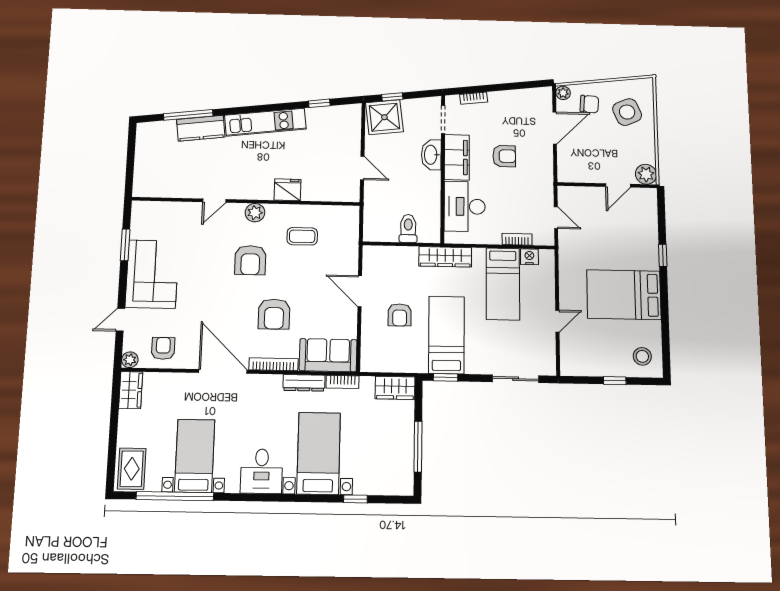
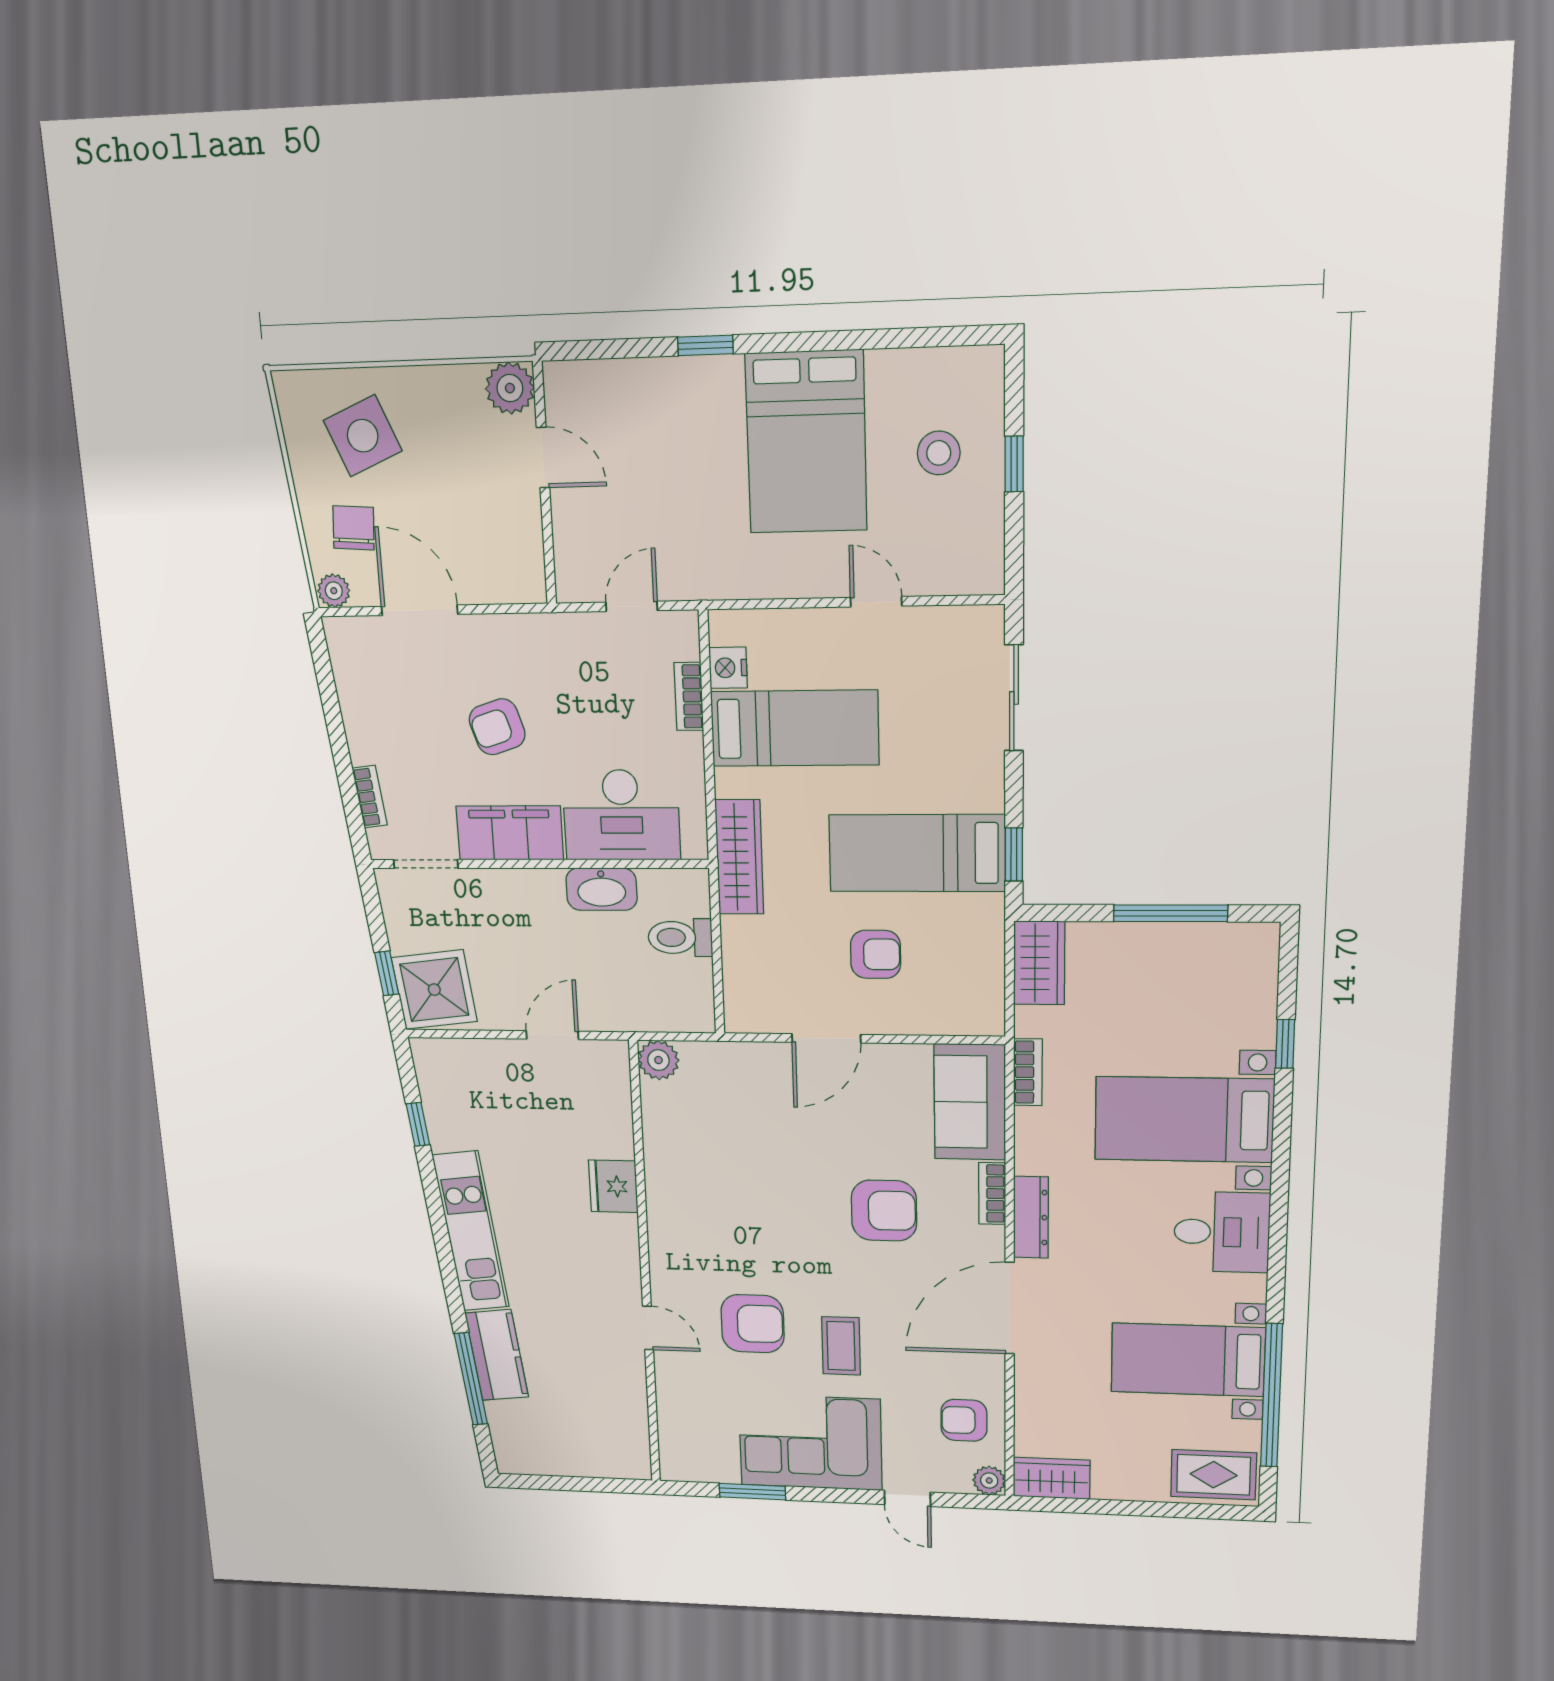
washbasin: (431, 155) -> (602, 889), moved
armchair: (504, 156) -> (497, 727), turned -108
plant: (255, 213) -> (658, 1060), moved
coffee table: (302, 236) -> (841, 1346), moved
armchair: (250, 260) -> (753, 1324), moved
stool: (642, 356) -> (939, 453), moved
bookcase: (273, 364) -> (992, 1194), width x0.64
dresser: (304, 383) -> (1031, 1217), moved

